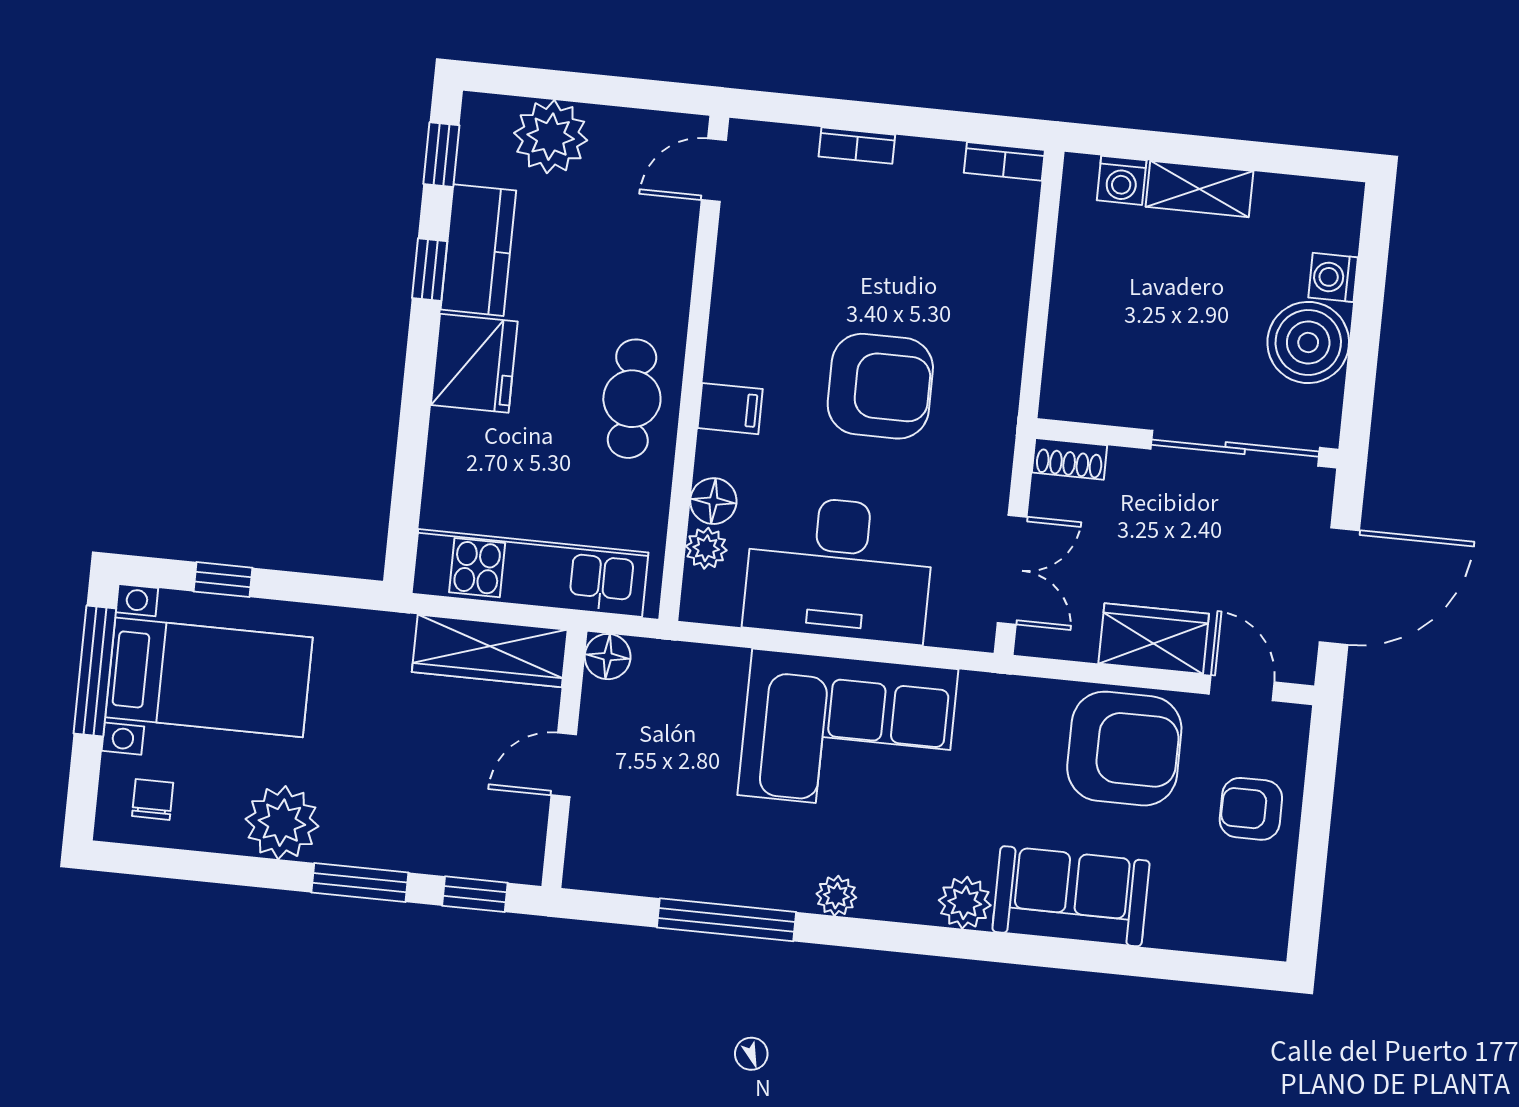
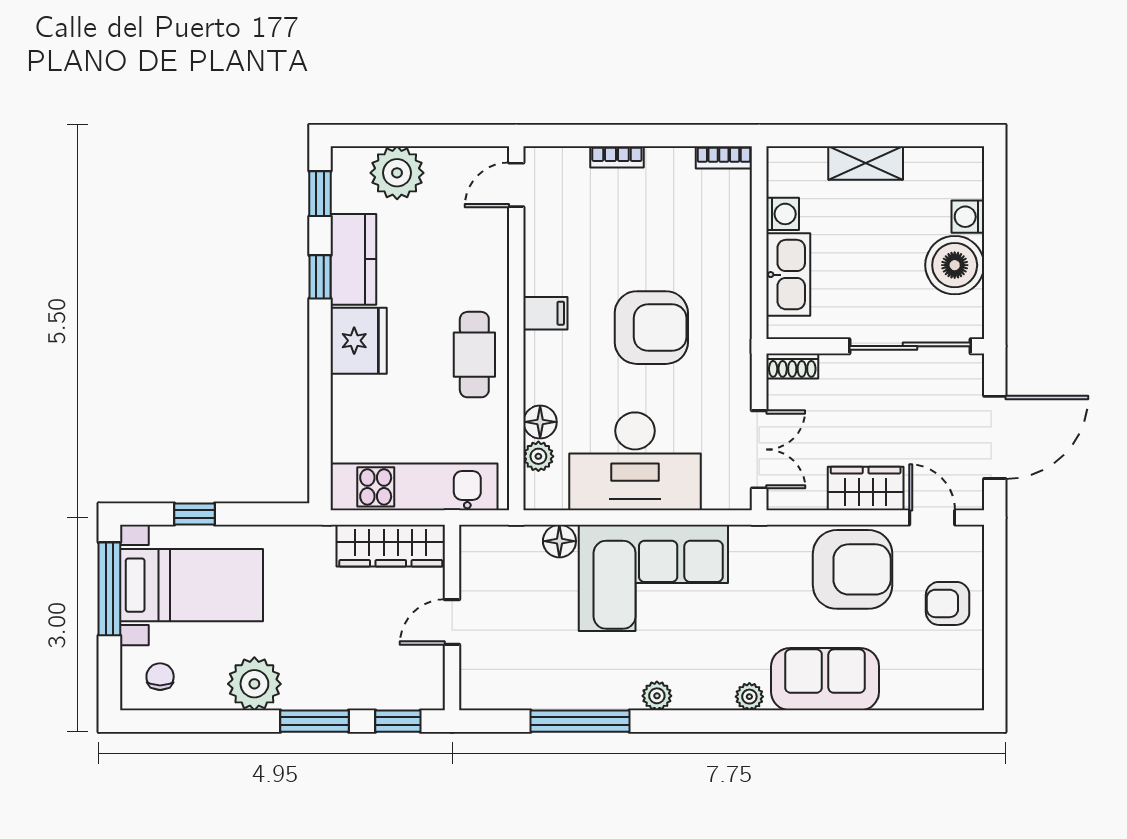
washing machine: (1122, 180) -> (783, 214), moved, turned -90
kitchen sink: (1077, 332) -> (788, 275), added
filing cabinet: (730, 409) -> (545, 313), moved
floor lamp: (608, 657) -> (559, 541), moved
plant: (965, 903) -> (749, 697), width x0.73, depth x0.73

